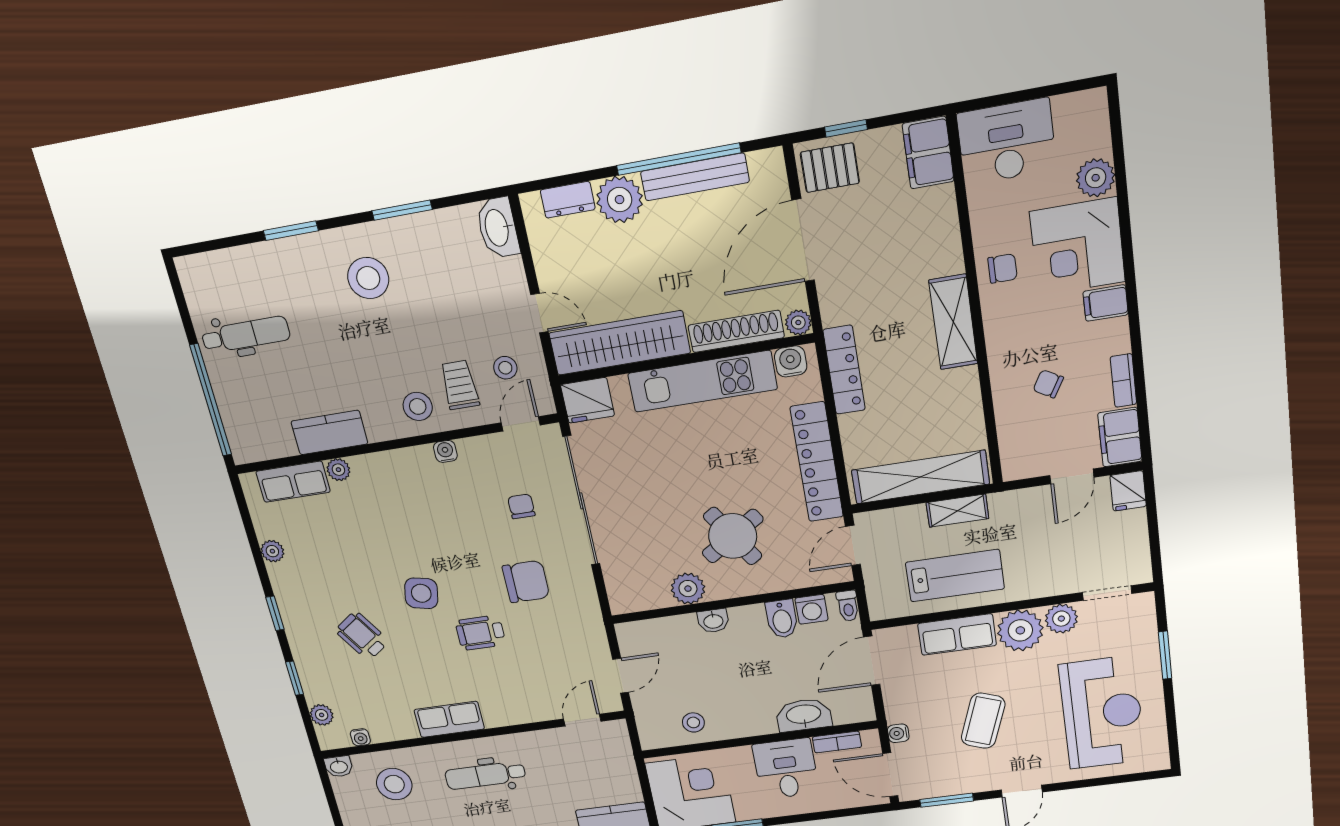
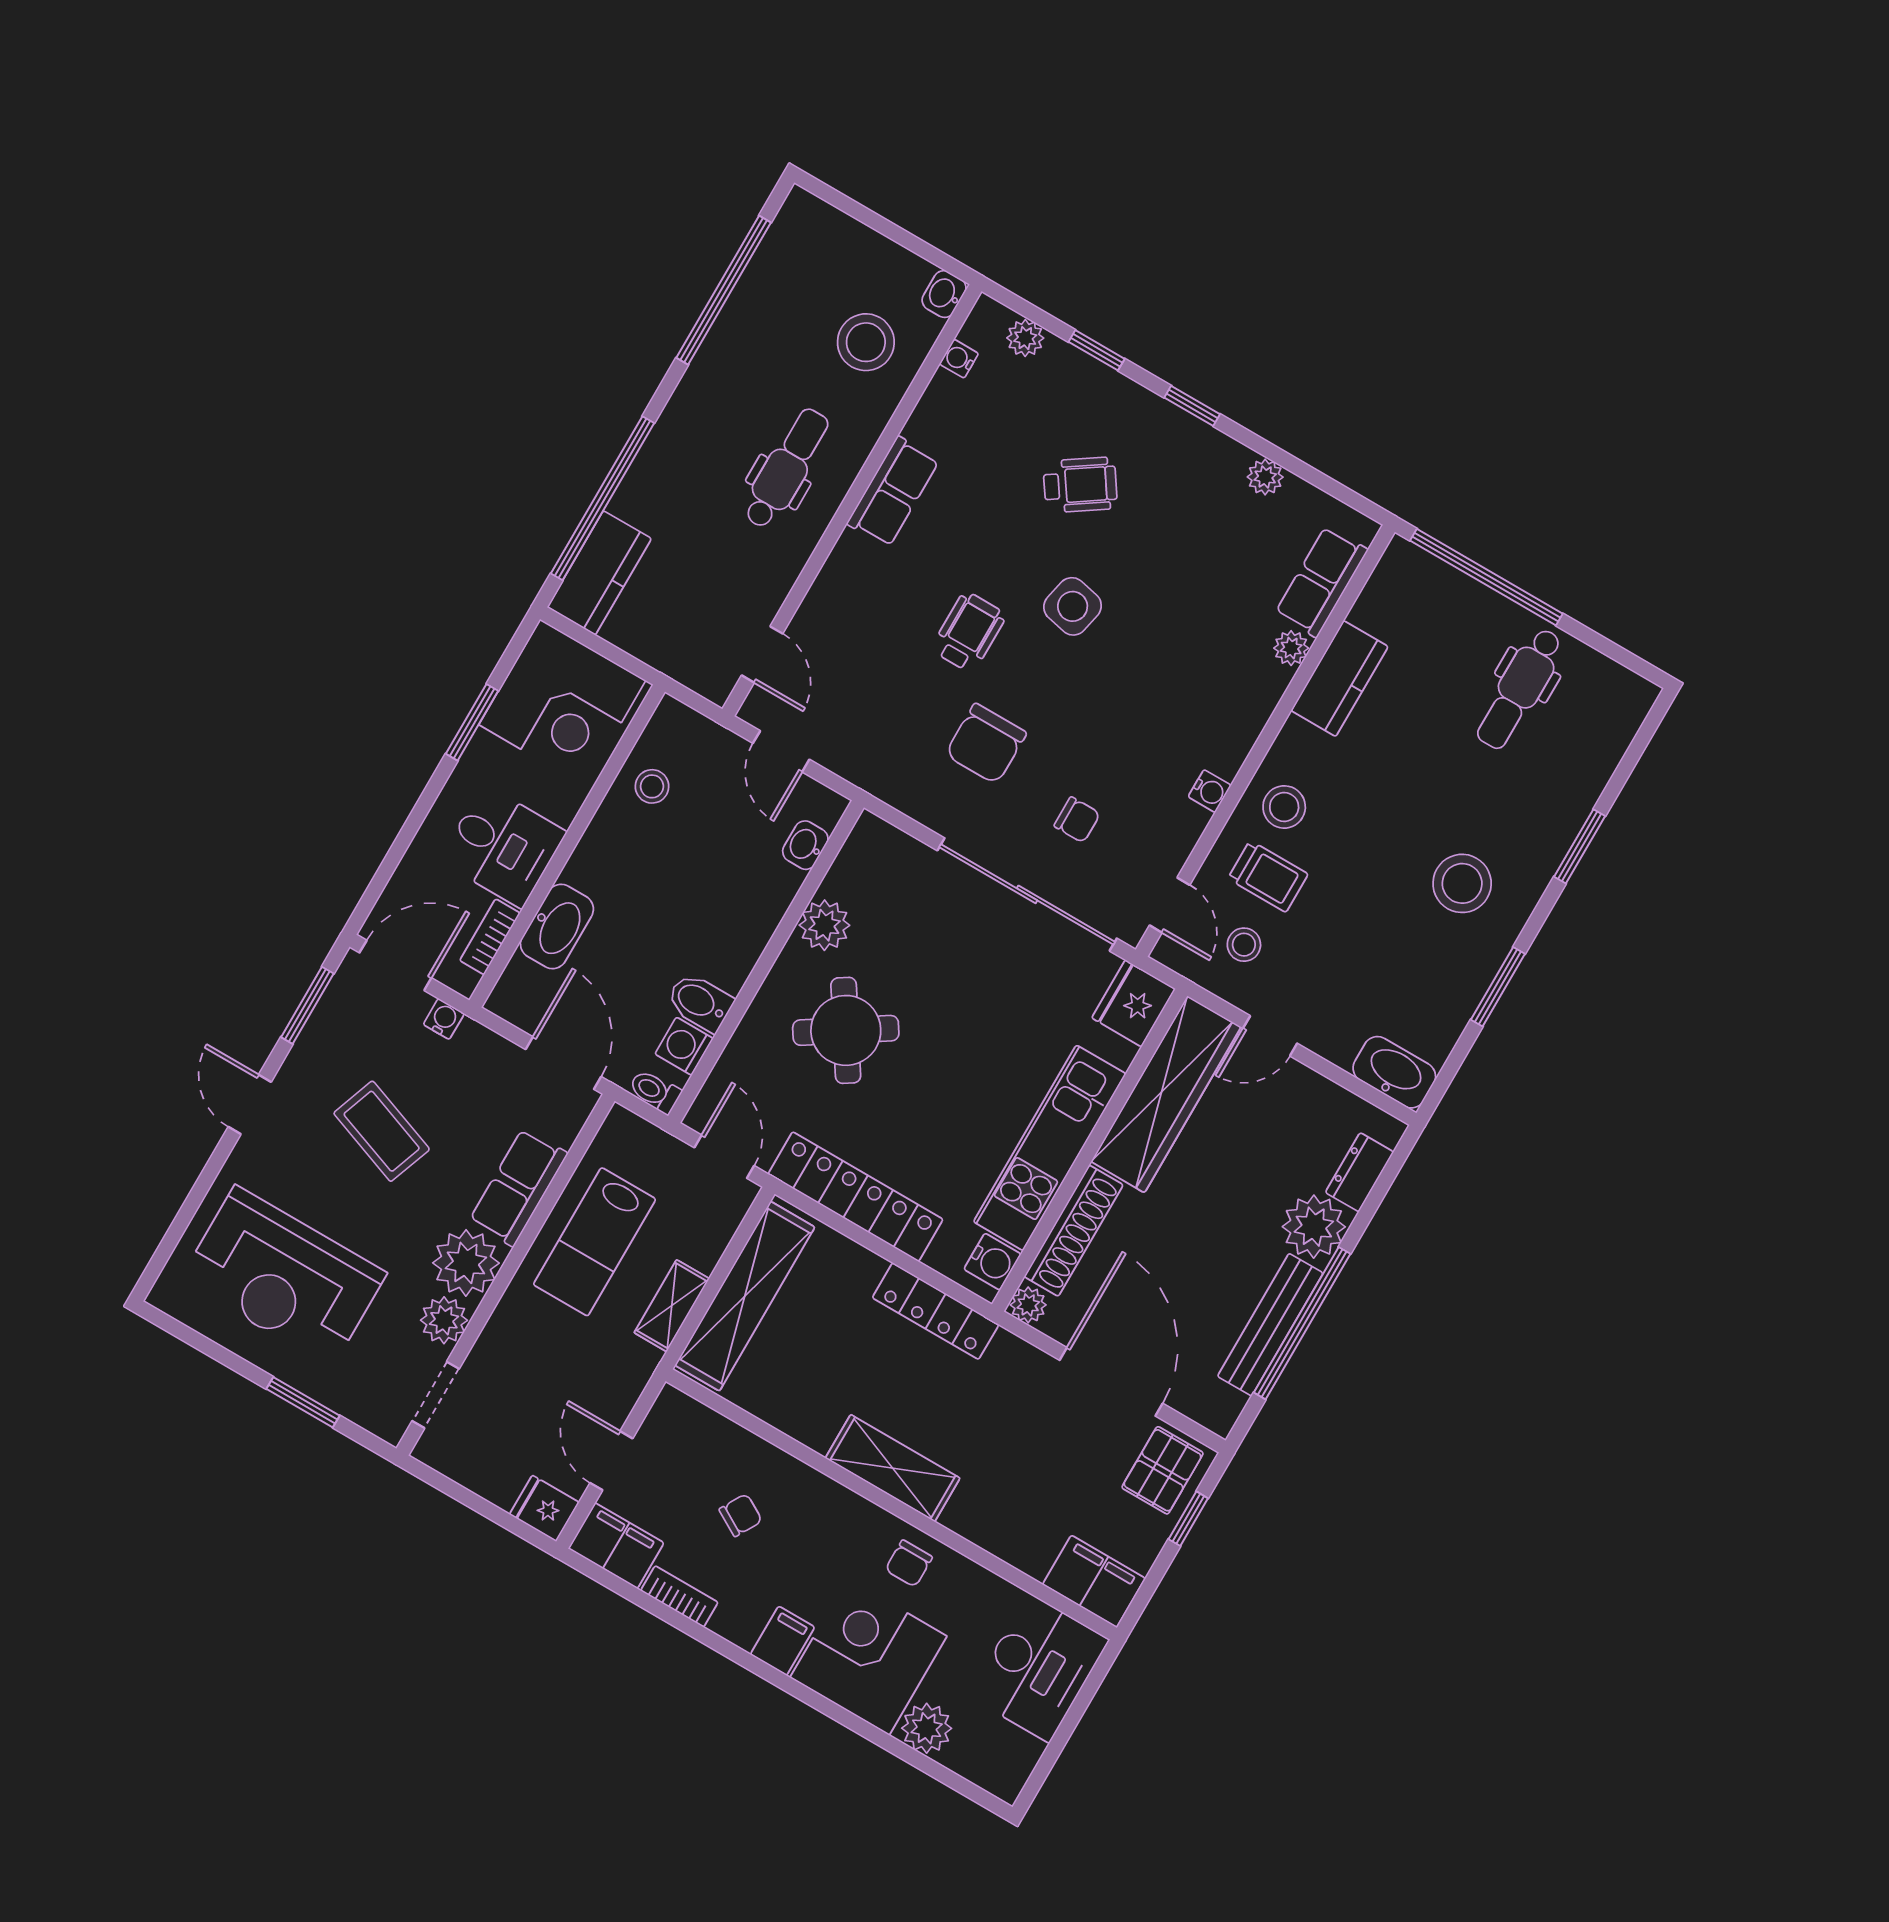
washbasin: (713, 621) -> (805, 845), moved

